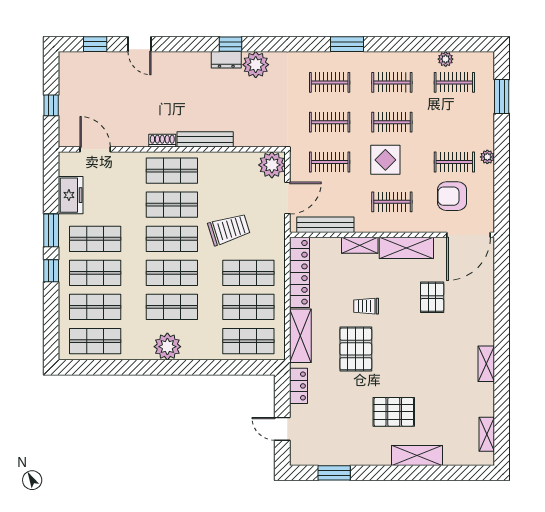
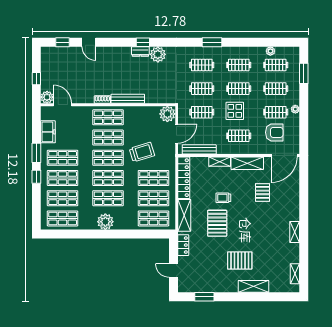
clothes rail: (454, 122) -> (276, 89), added
plant: (69, 137) -> (47, 97), added
armchair: (452, 196) -> (274, 132), turned 180

